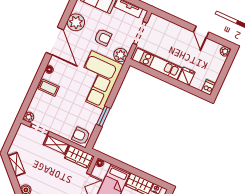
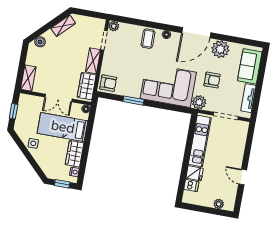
door: (201, 32) -> (243, 177), hinge flipped
armchair: (103, 38) -> (212, 80), turned -90
plant: (225, 51) -> (219, 204), moved
dishwasher: (208, 87) -> (191, 186), moved
armchair: (81, 136) -> (108, 83), turned 90

